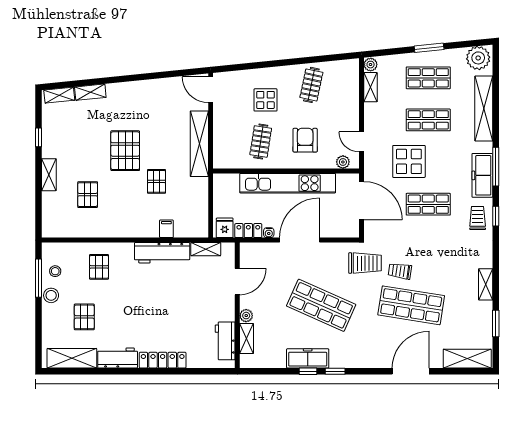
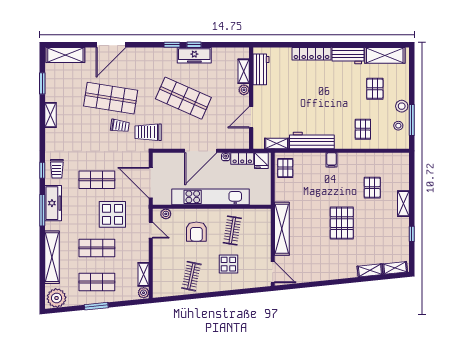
pallet: (157, 181) -> (285, 168), moved
filing cabinet: (166, 229) -> (331, 160), moved

